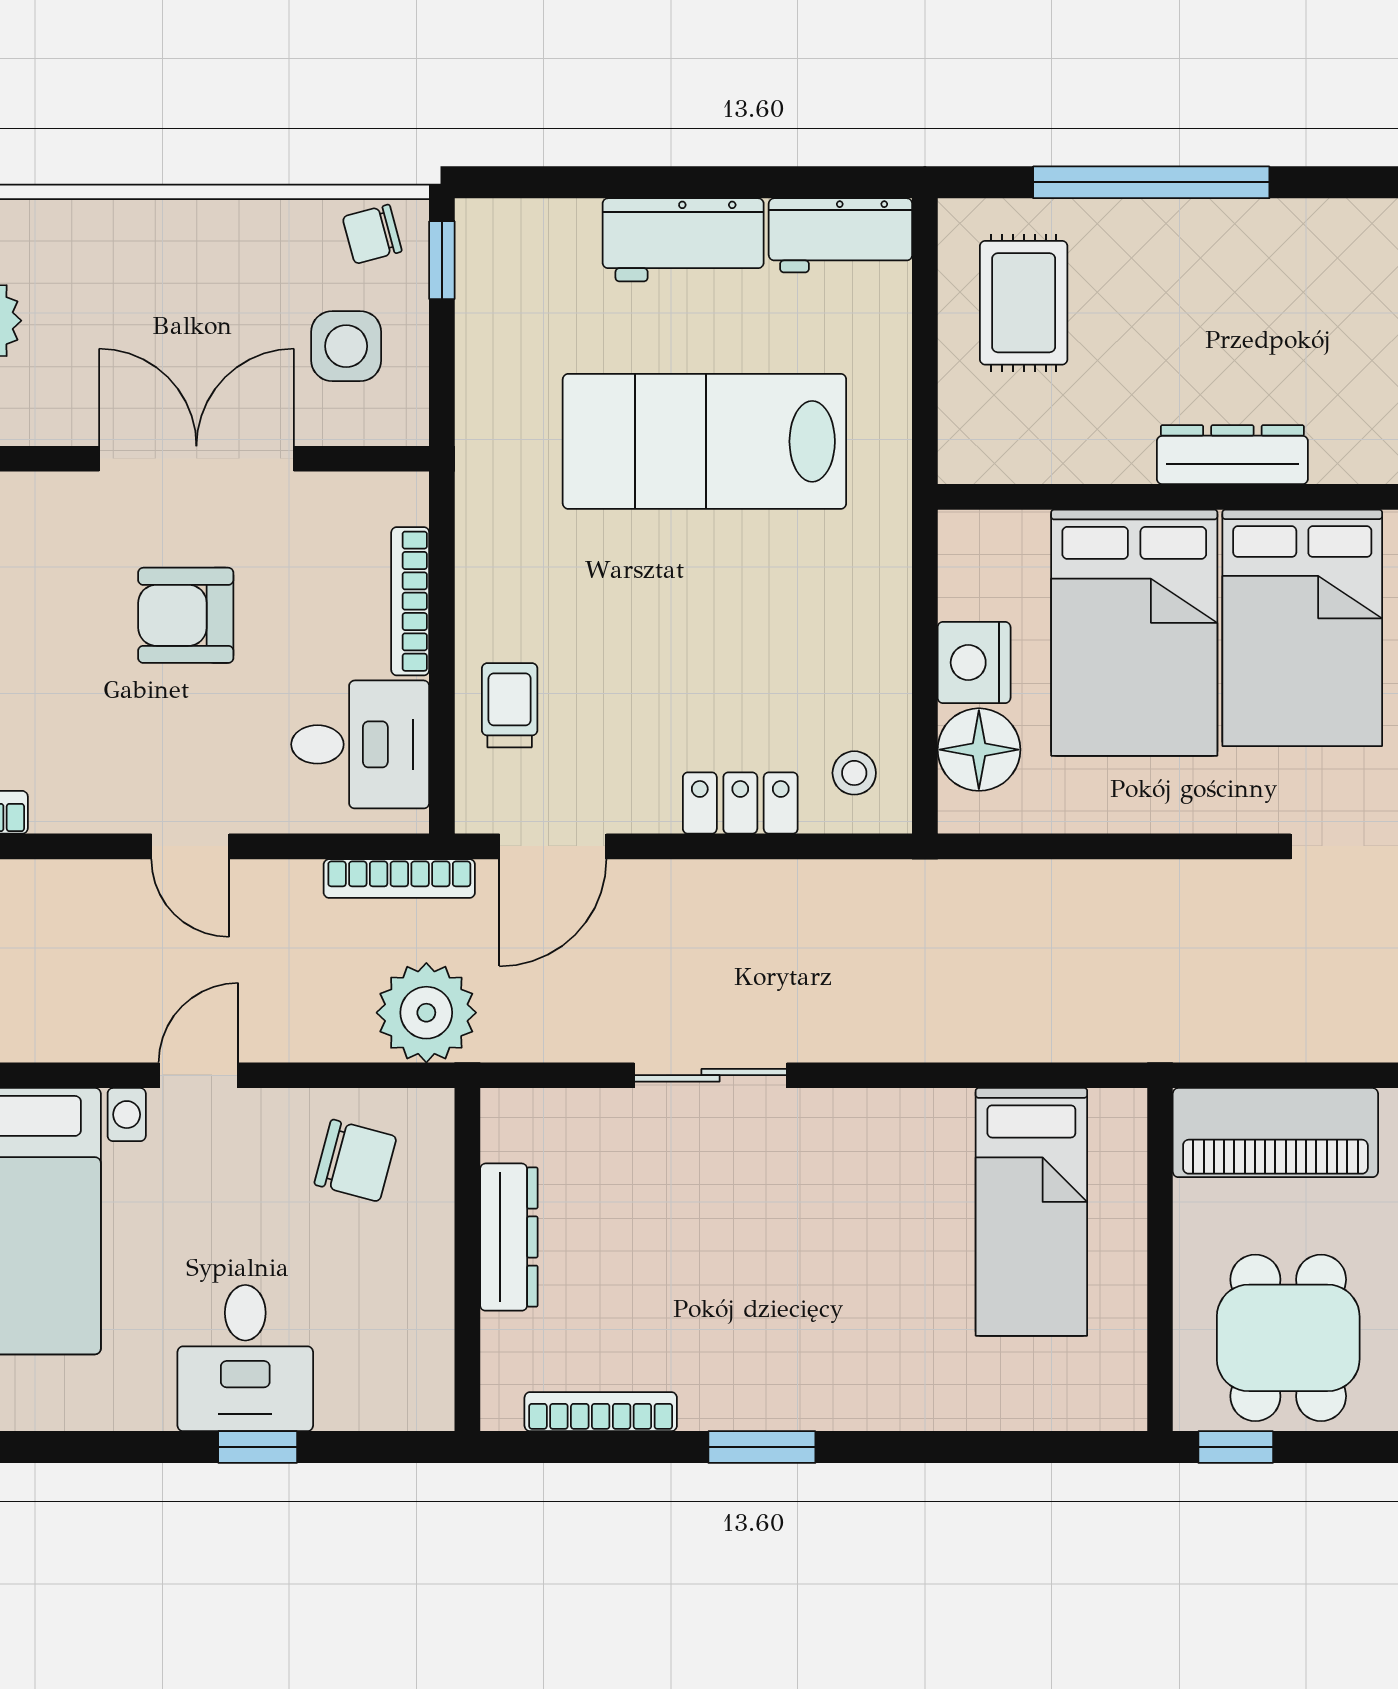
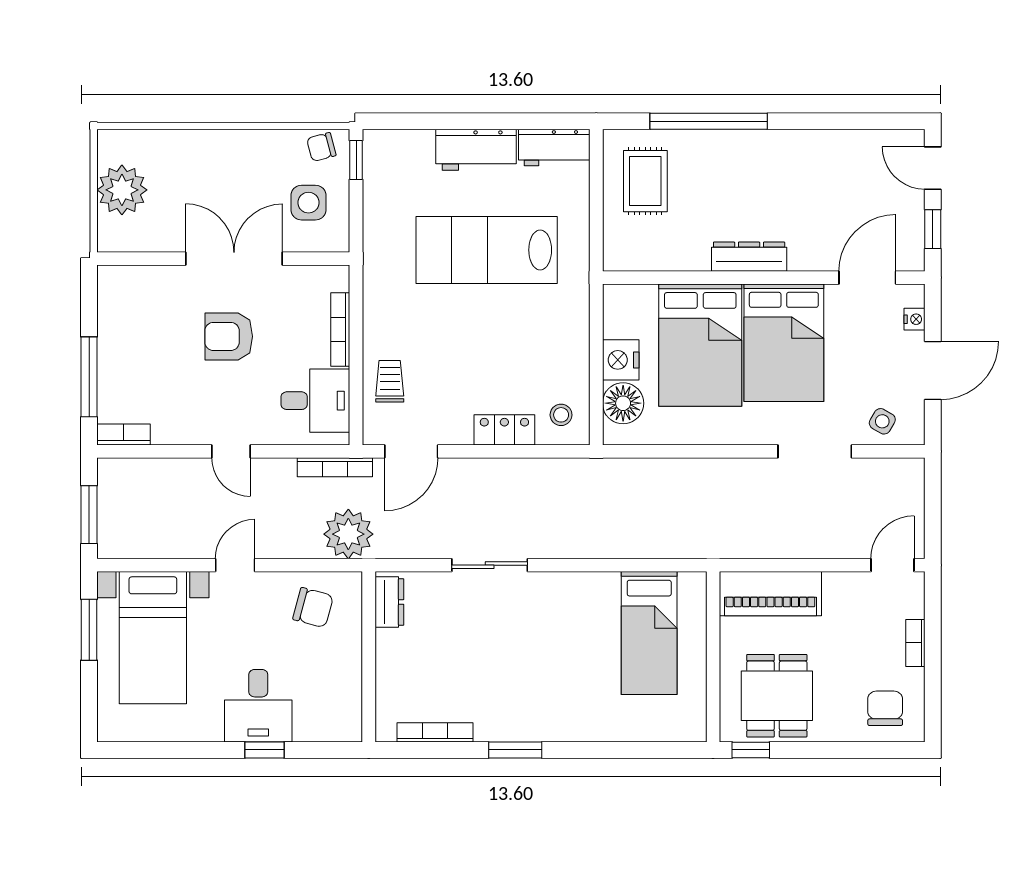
dresser: (509, 1237) -> (389, 602), moved, width x0.70

